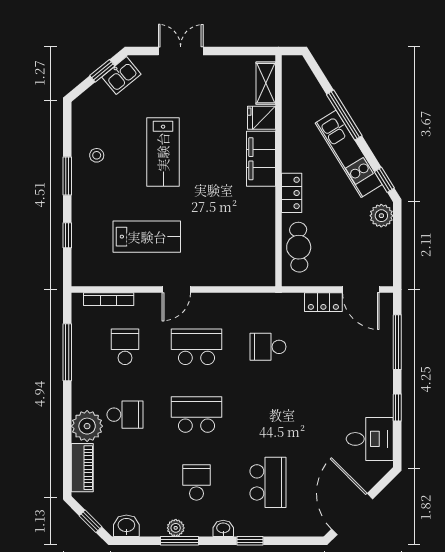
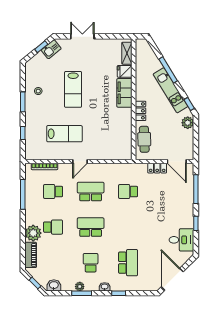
school desk: (125, 347) -> (53, 192), turned -90

